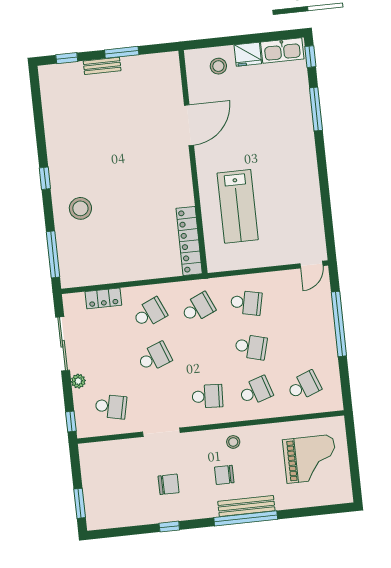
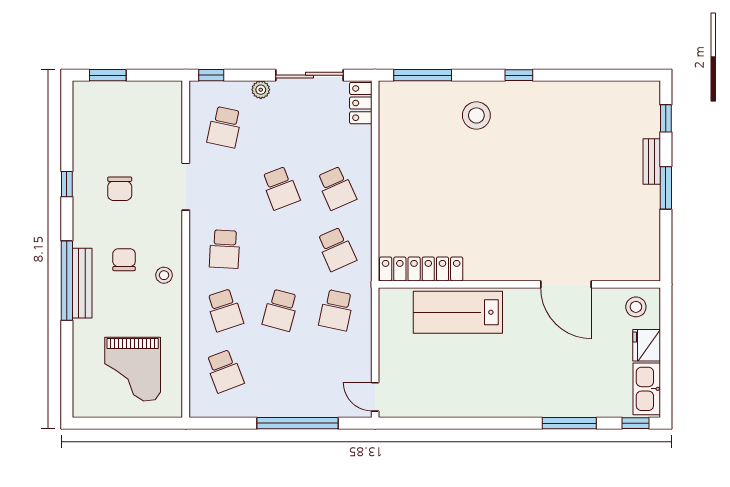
door: (189, 125) -> (566, 284), moved
wall: (193, 162) -> (519, 284), moved
locker: (189, 241) -> (421, 269), moved
locker: (103, 298) -> (361, 103), moved

